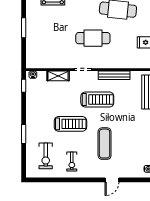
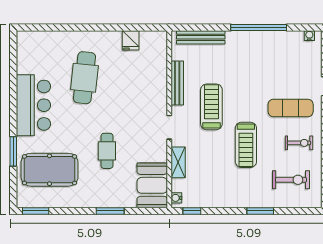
cafe table: (93, 38) -> (107, 151), moved, width x0.73, depth x0.74
booth: (42, 58) -> (152, 185), added
treadmill: (70, 124) -> (246, 145), turned 180
exercise mat: (105, 144) -> (291, 108), moved

